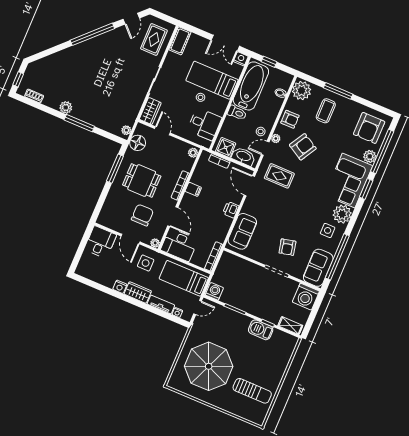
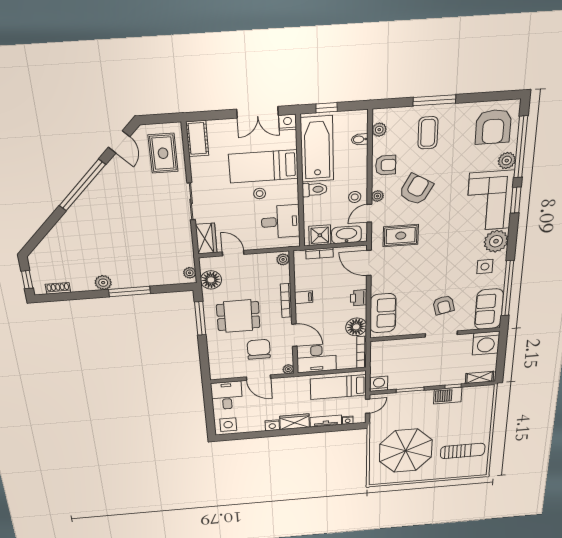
plant: (302, 91) -> (379, 130), width x0.53, depth x0.53
floor lamp: (219, 233) -> (356, 327), added
side table: (146, 263) -> (228, 425), moved

